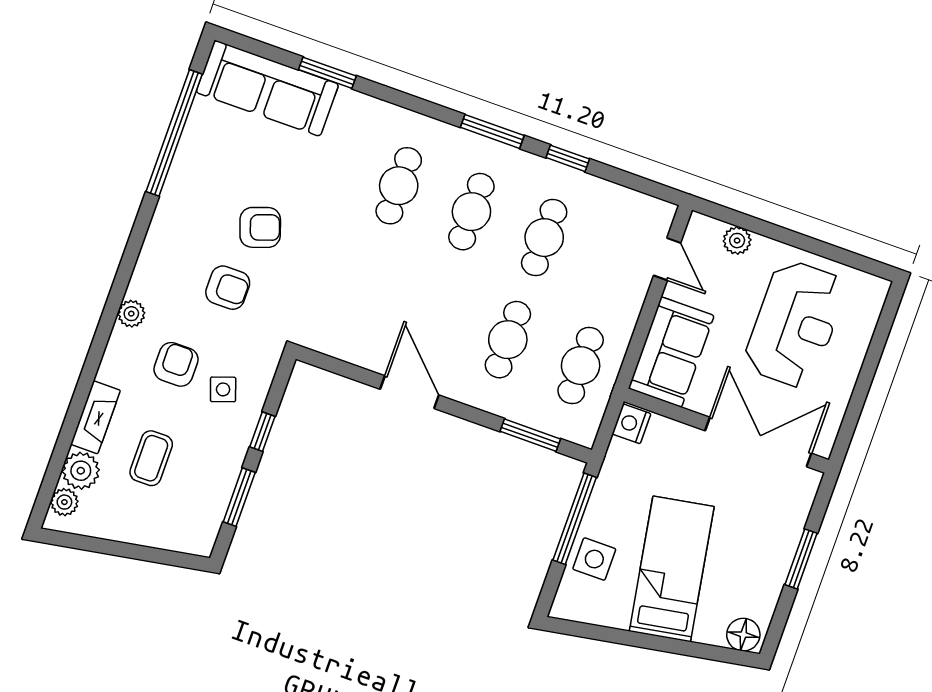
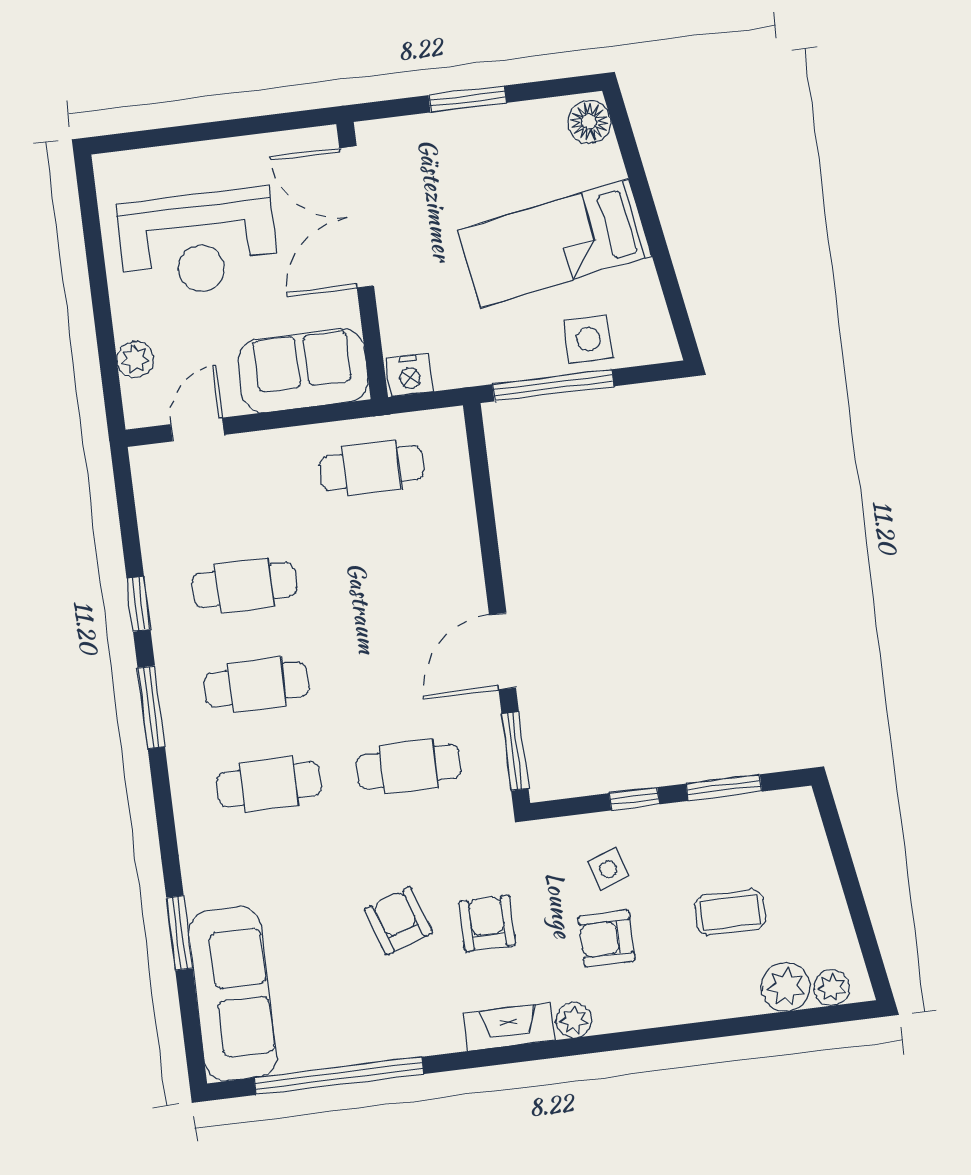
reception desk: (795, 324) -> (198, 243), turned 180
cafe table: (508, 340) -> (409, 767), moved
fireplace: (95, 417) -> (509, 1027), moved
window: (530, 435) -> (515, 751), moved

